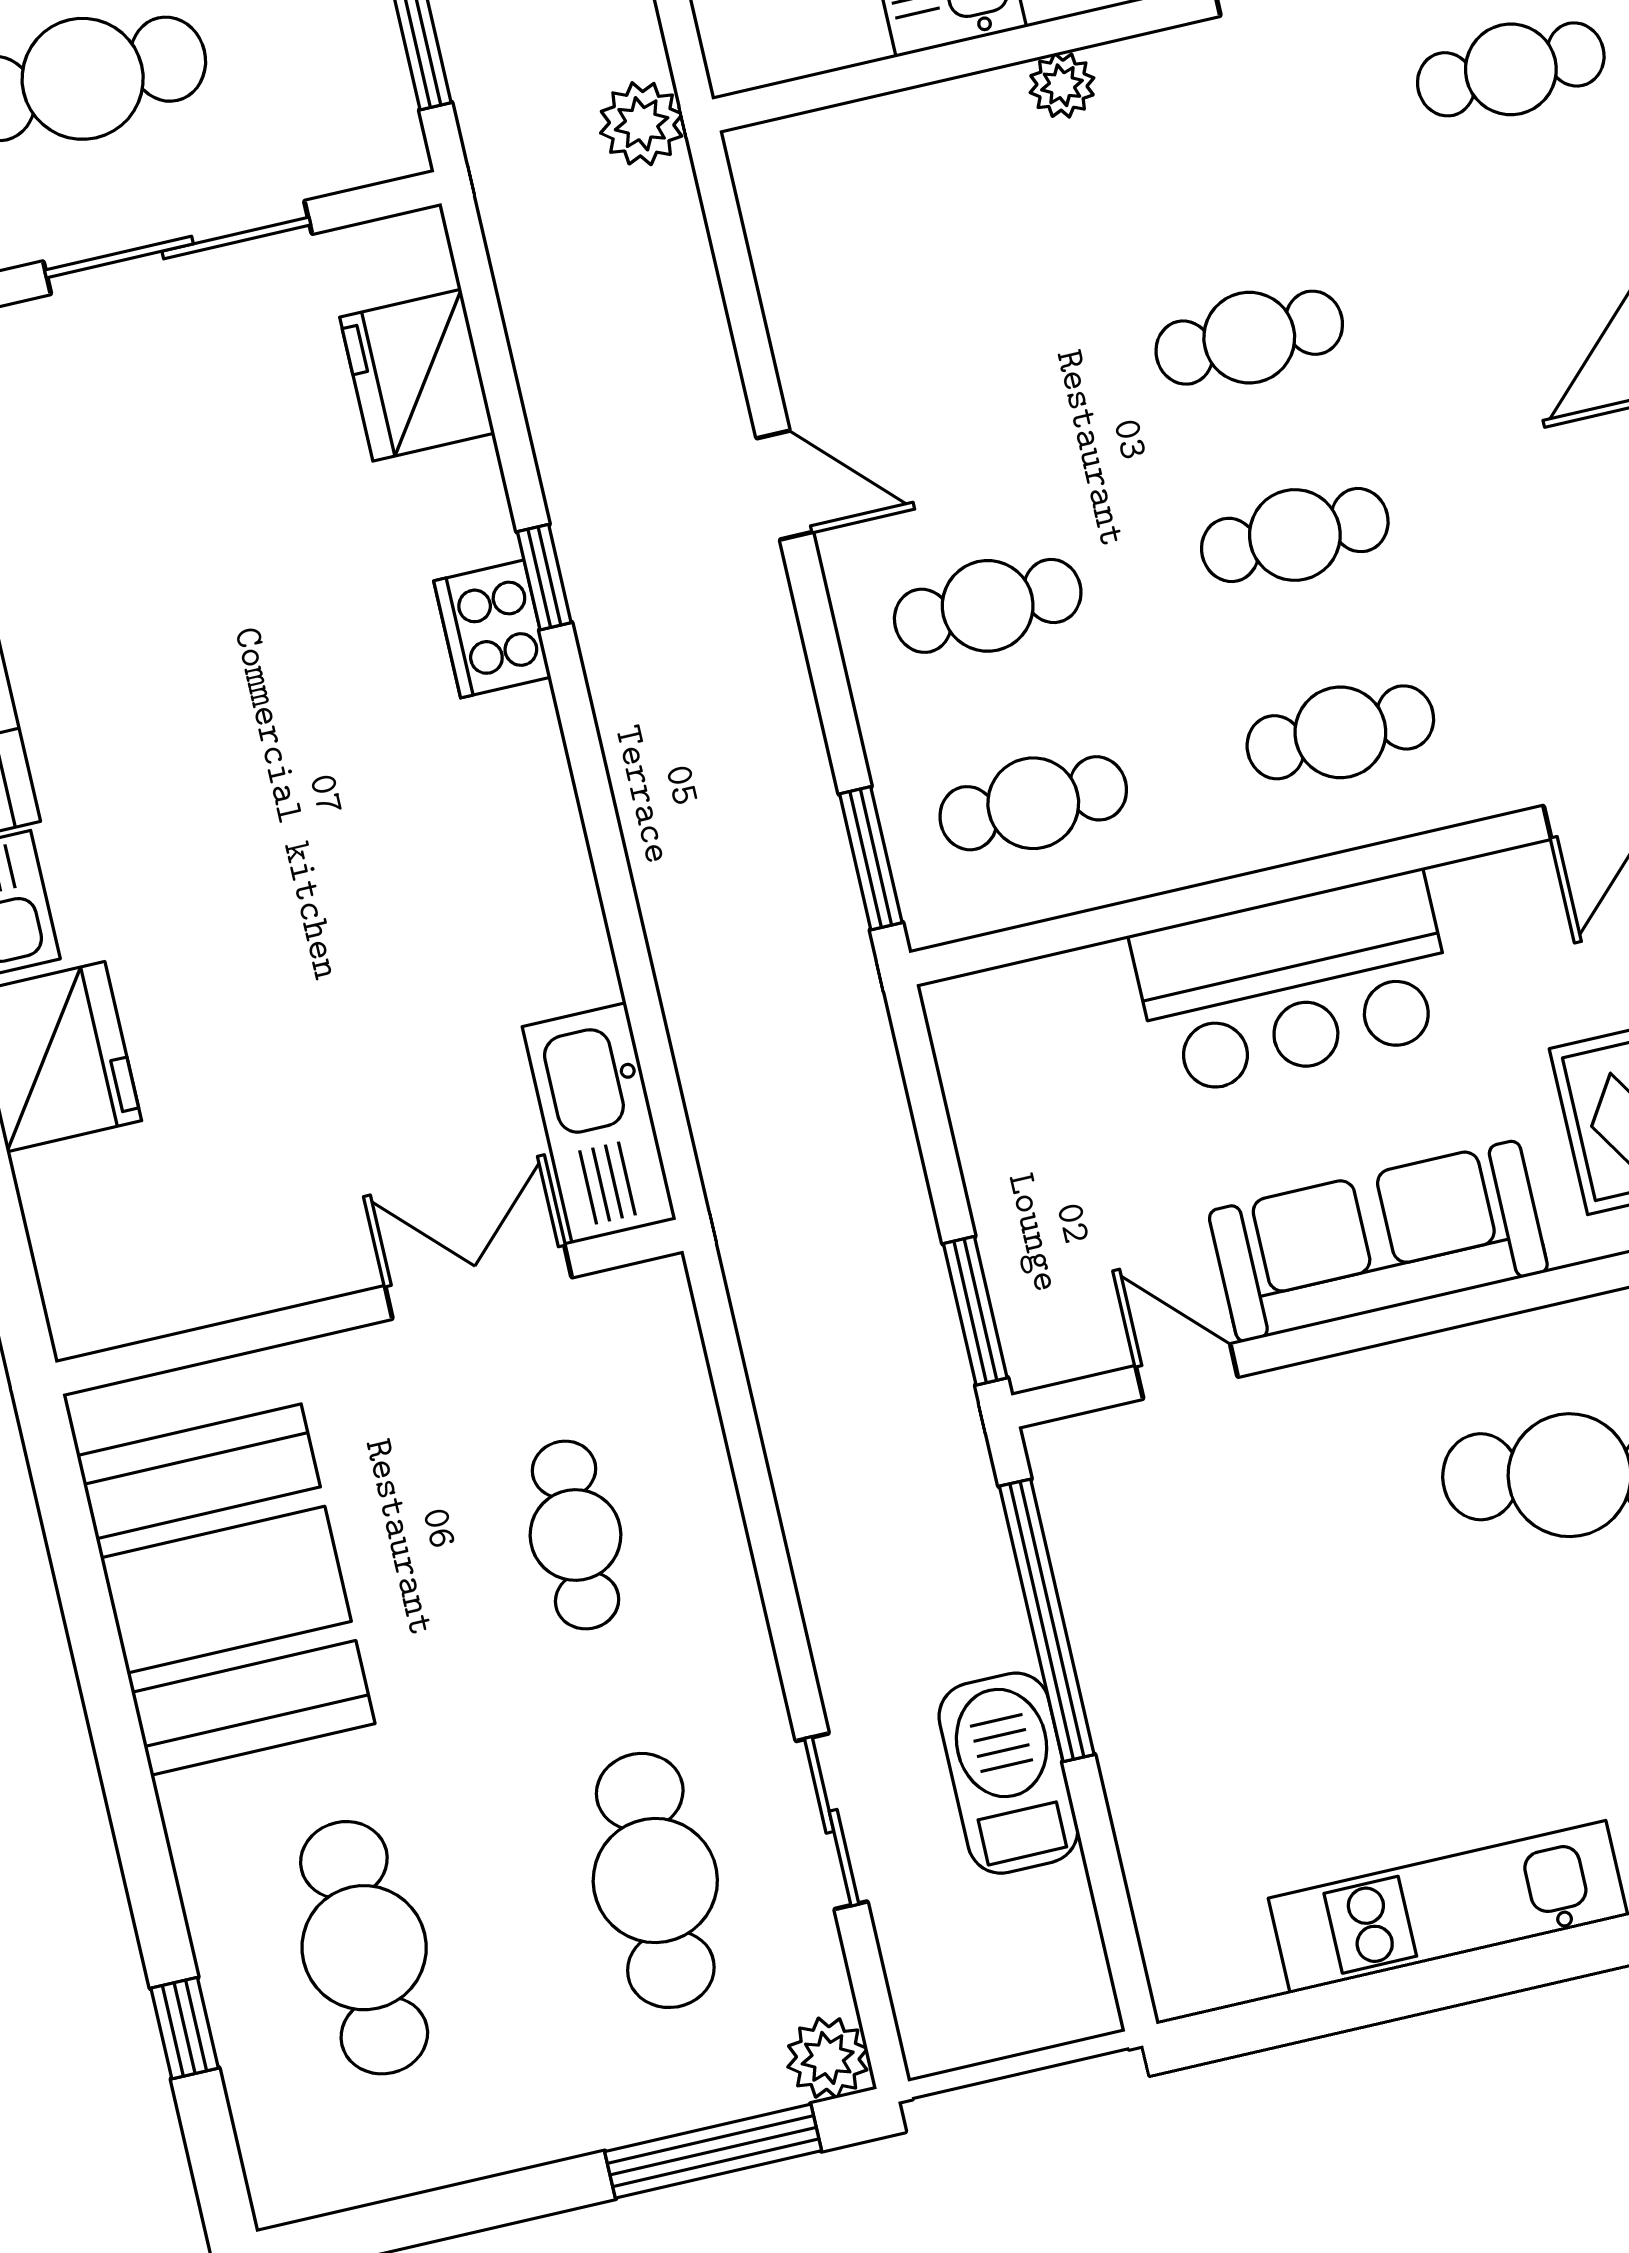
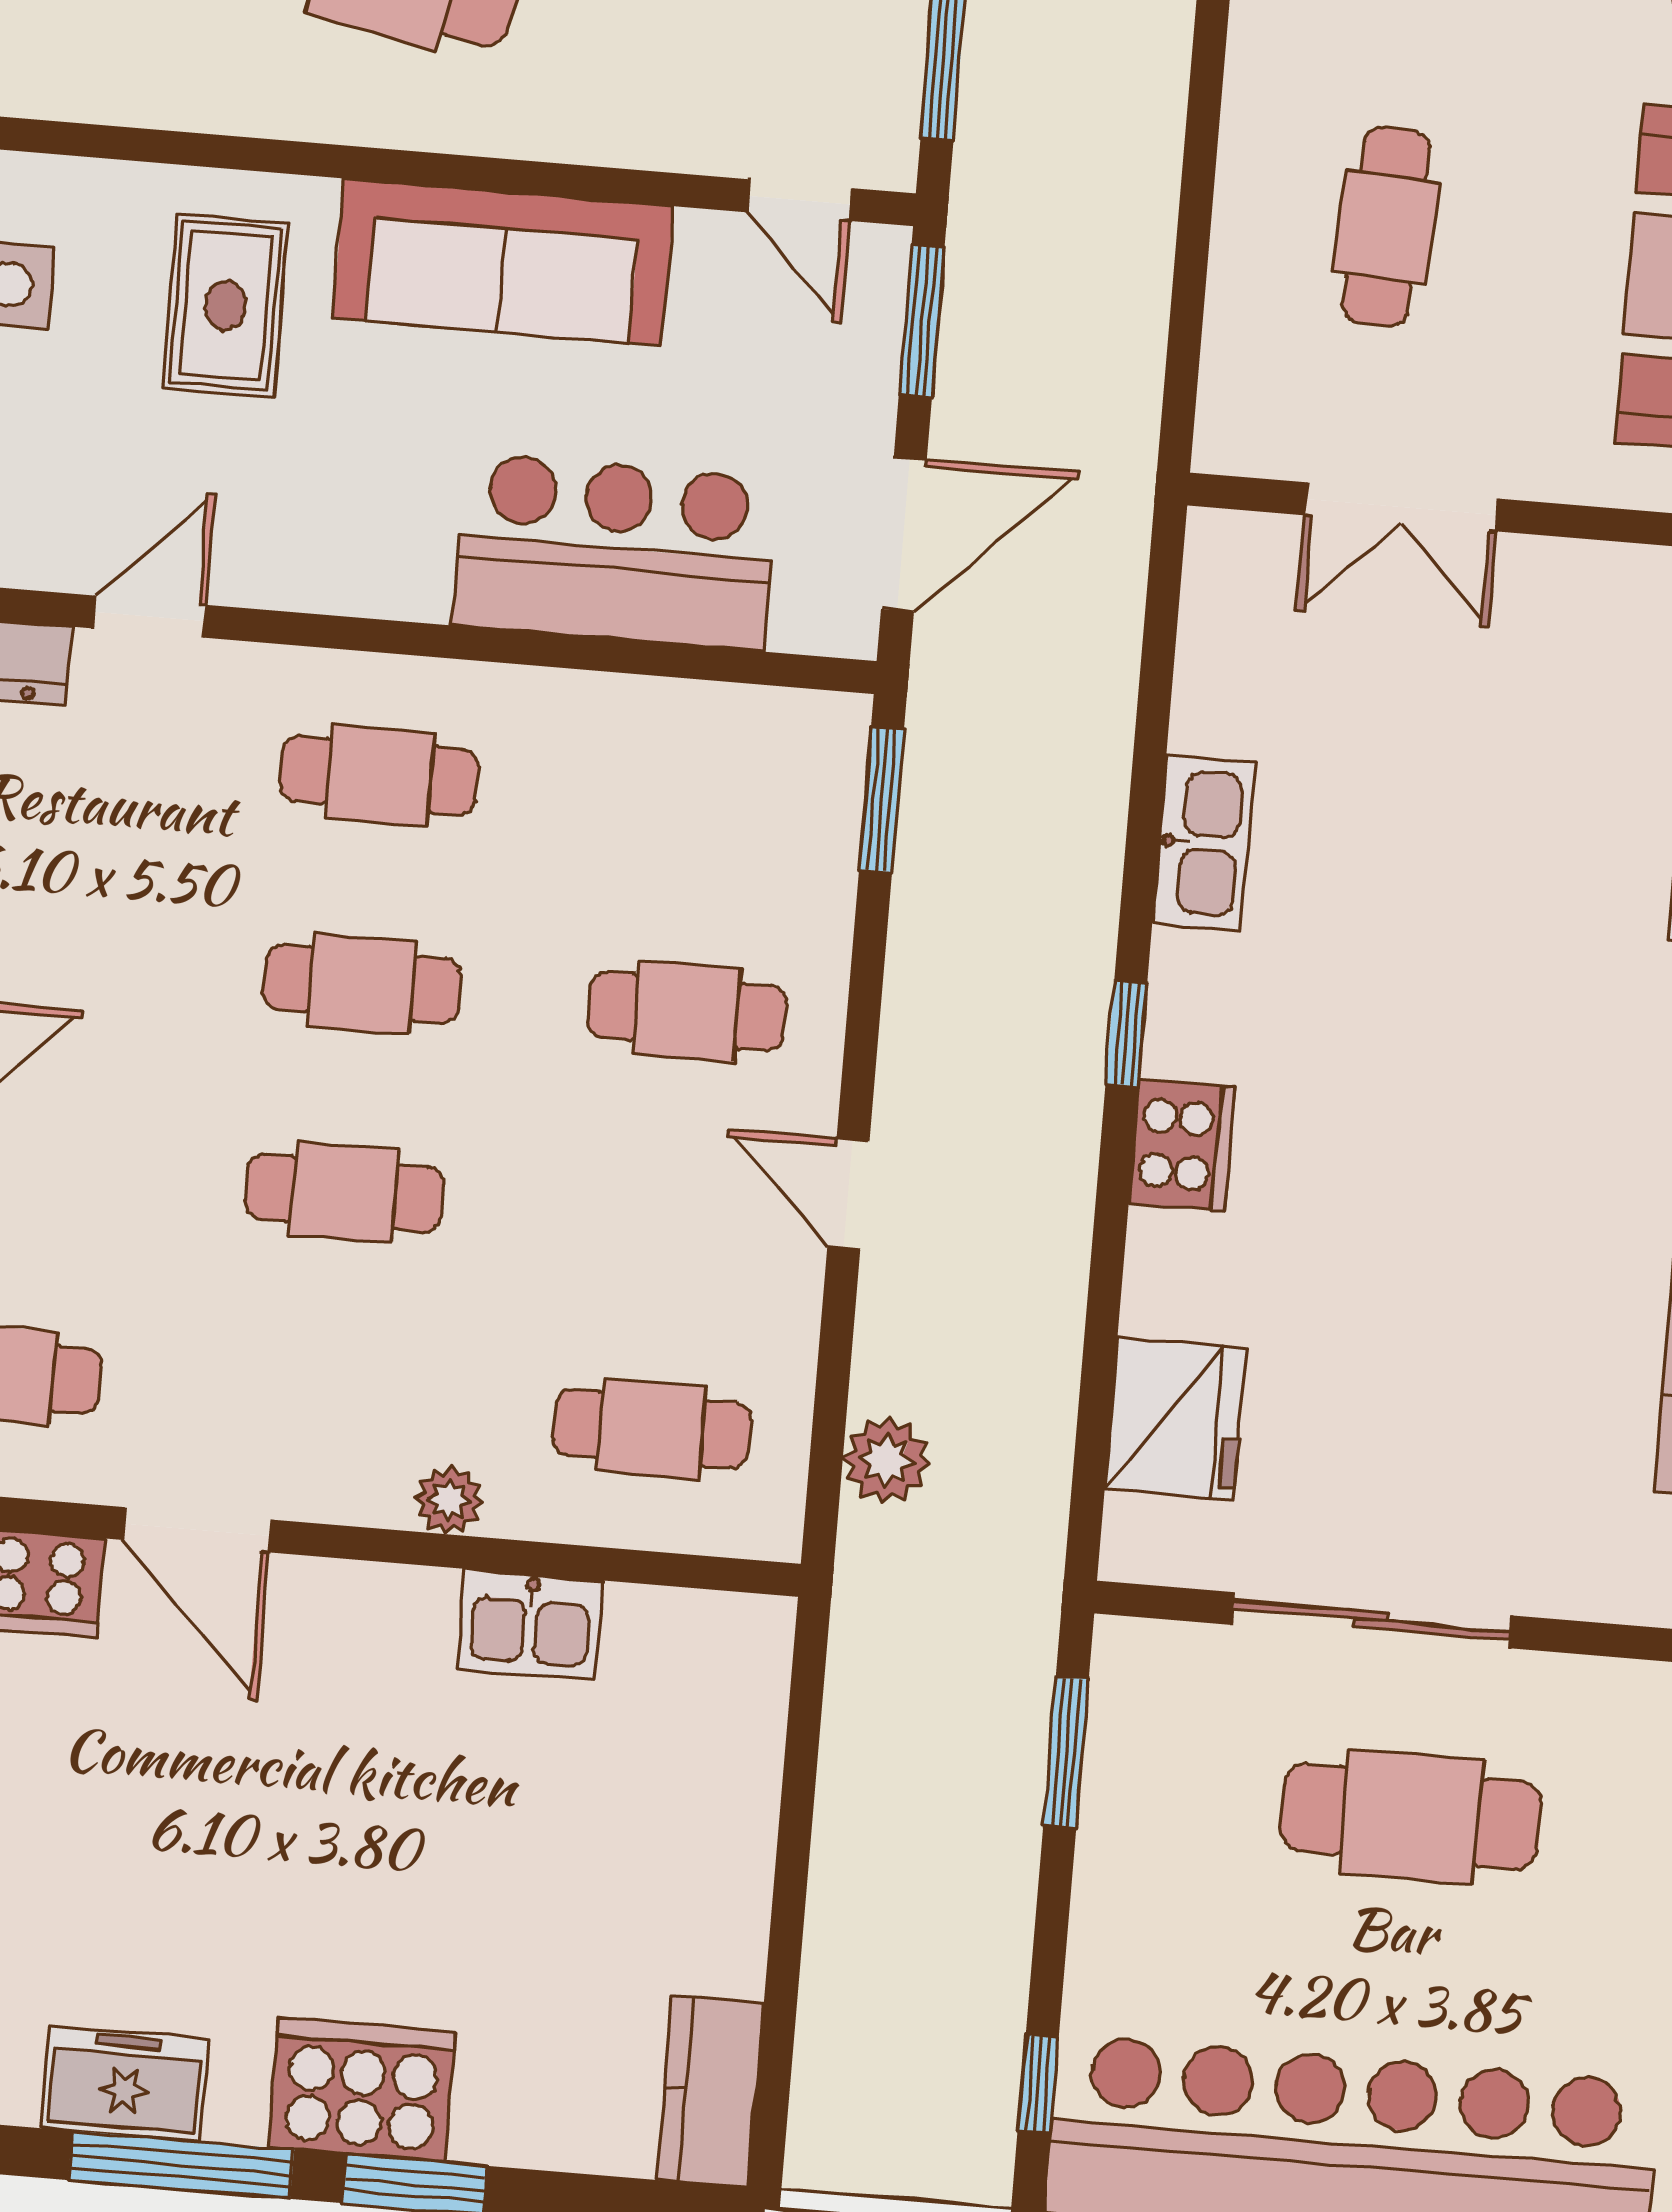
plant: (642, 124) -> (886, 1460), moved
window: (544, 577) -> (1126, 1033), moved
cafe table: (1033, 803) -> (652, 1429), moved
bar counter: (1294, 983) -> (615, 552), moved
door: (929, 1109) -> (904, 534), added
kitchen sink: (599, 1123) -> (1204, 843), moved, width x0.73, depth x0.81
door: (1187, 1372) -> (799, 200), moved

